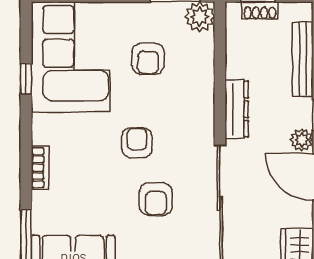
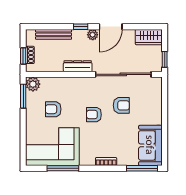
armchair: (148, 59) -> (53, 109), turned 180
window: (26, 79) -> (63, 168), width x2.17

